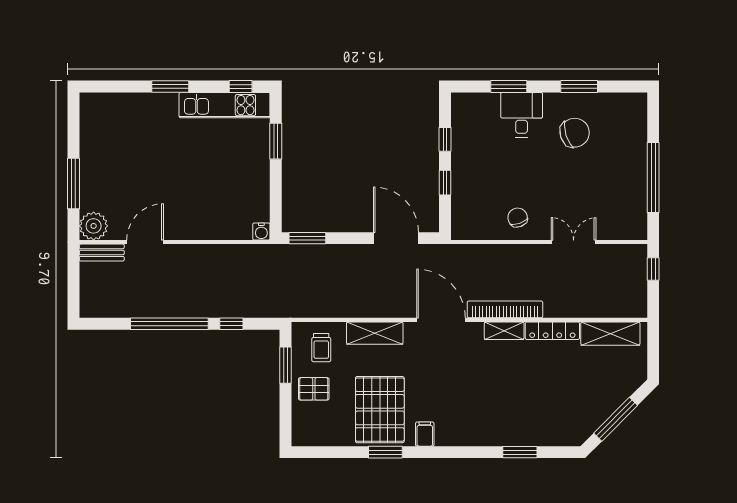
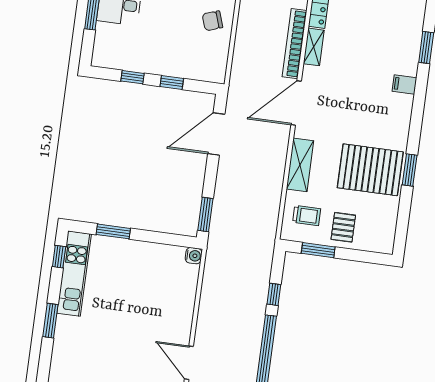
filing cabinet: (425, 434) -> (404, 84), moved

